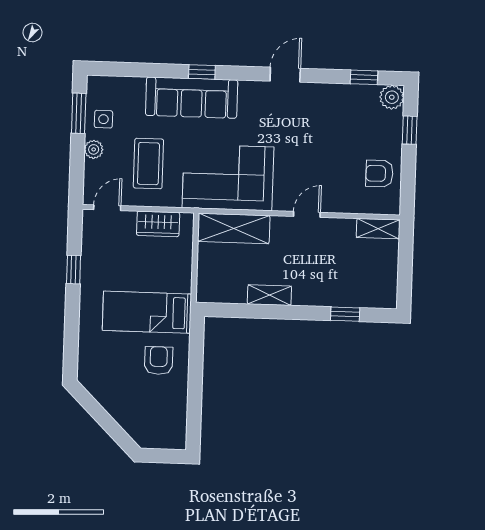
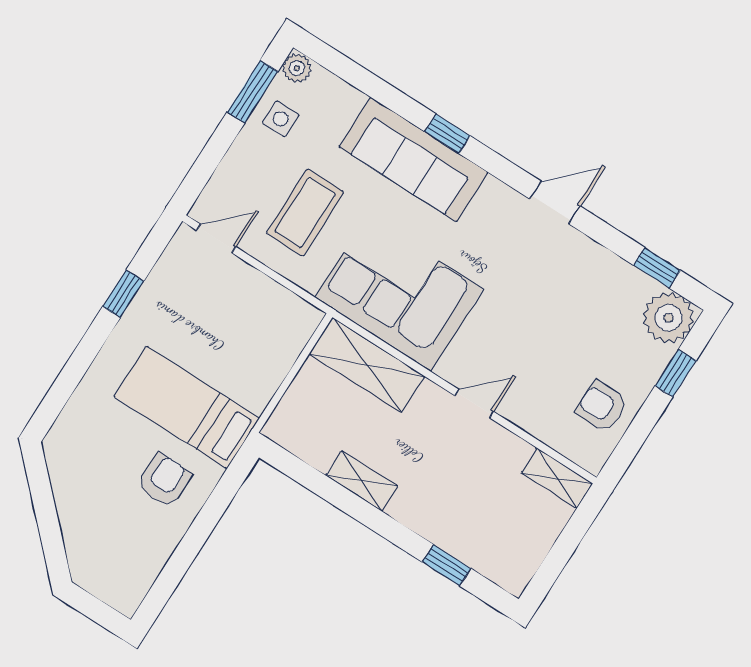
plant: (392, 97) -> (669, 318), width x1.36, depth x1.36
plant: (94, 149) -> (297, 68), moved
wardrobe: (158, 224) -> (271, 300), removed

